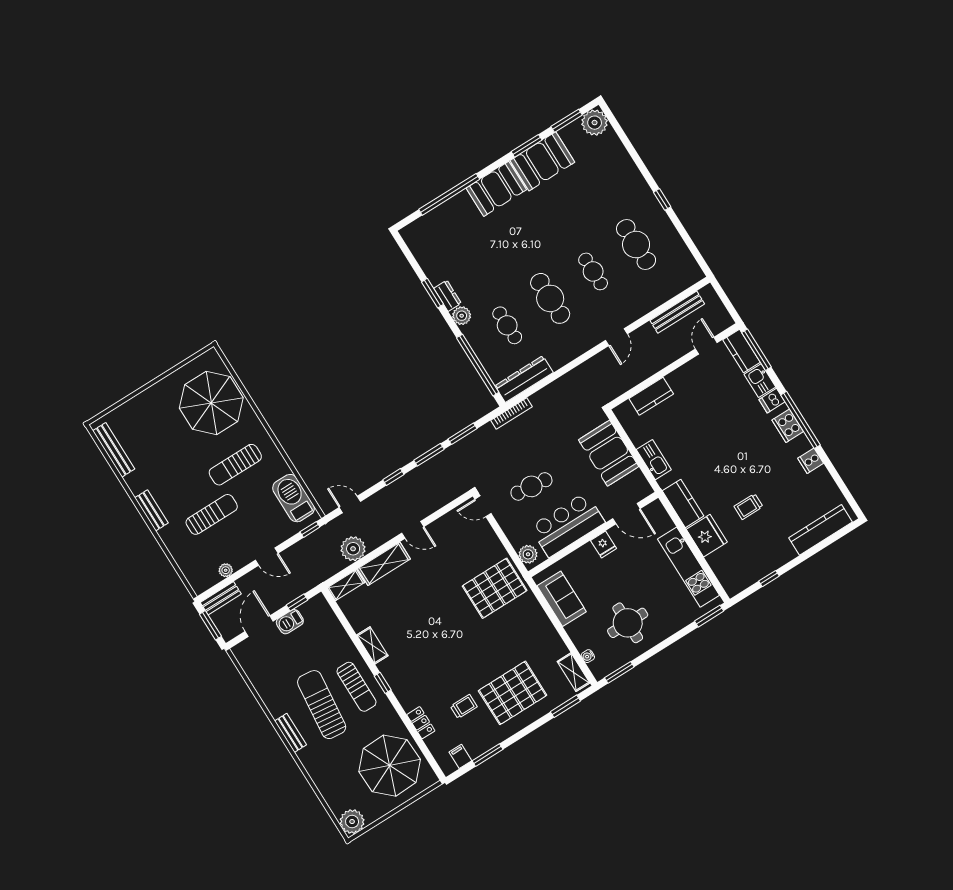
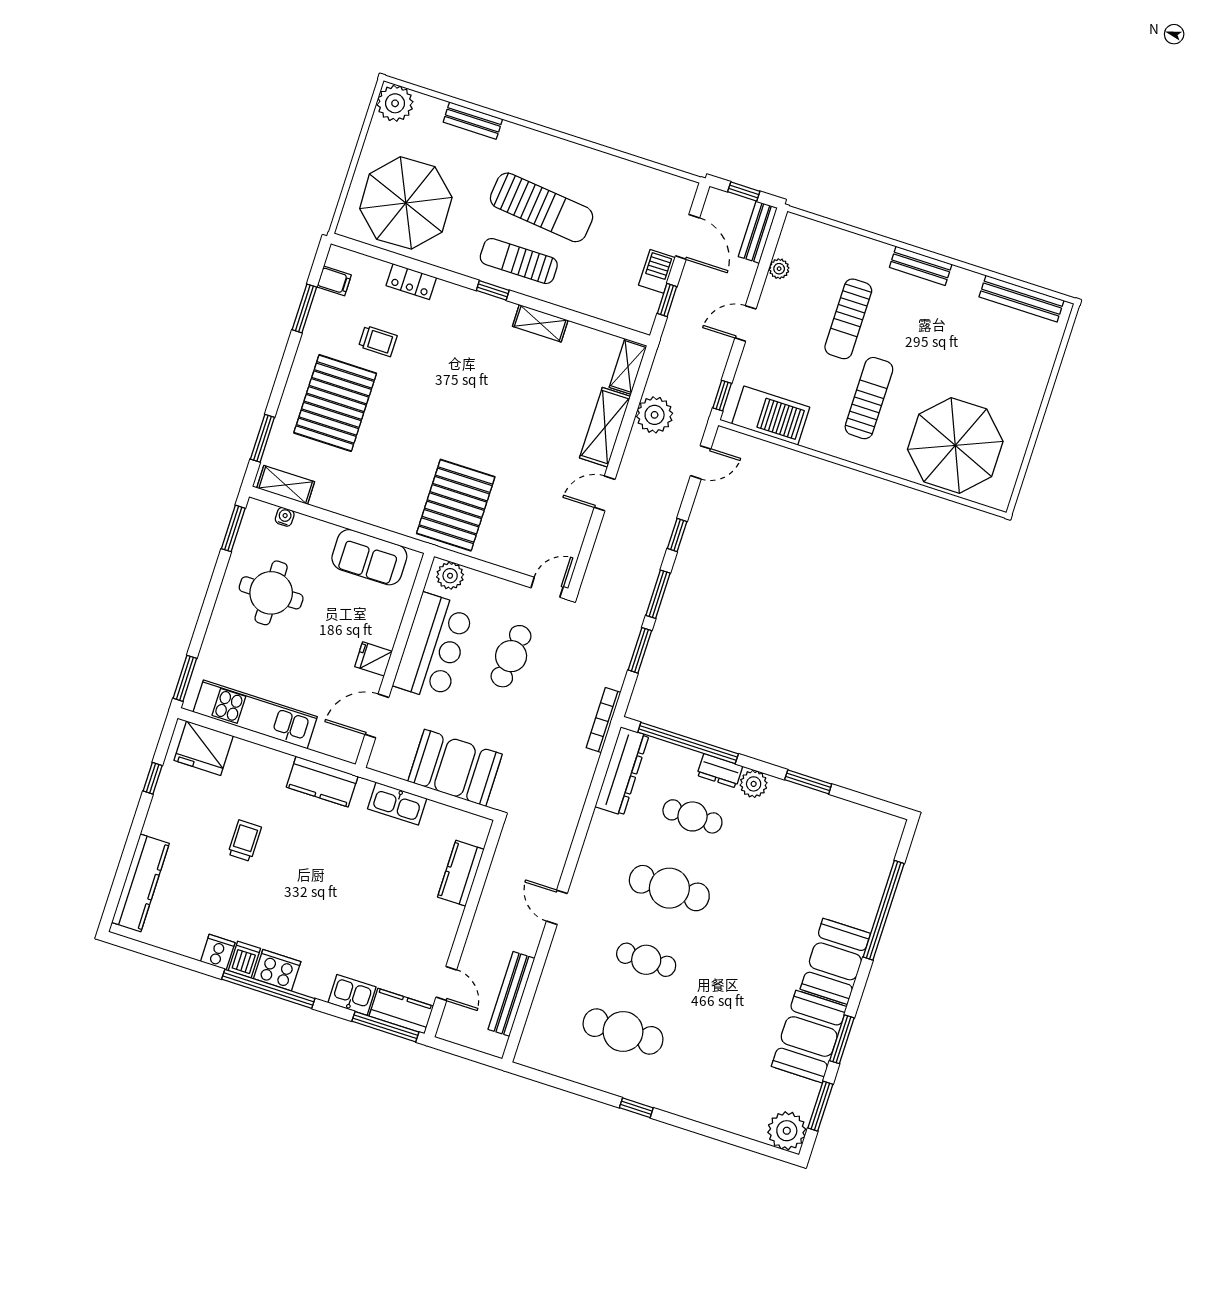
dresser: (447, 296) -> (720, 771), moved
dishwasher: (772, 401) -> (244, 959), moved
fridge: (707, 536) -> (204, 748), moved
window: (210, 625) -> (744, 191), width x0.67
trolley: (464, 706) -> (378, 341), turned -90
bench: (291, 733) -> (473, 121), moved

